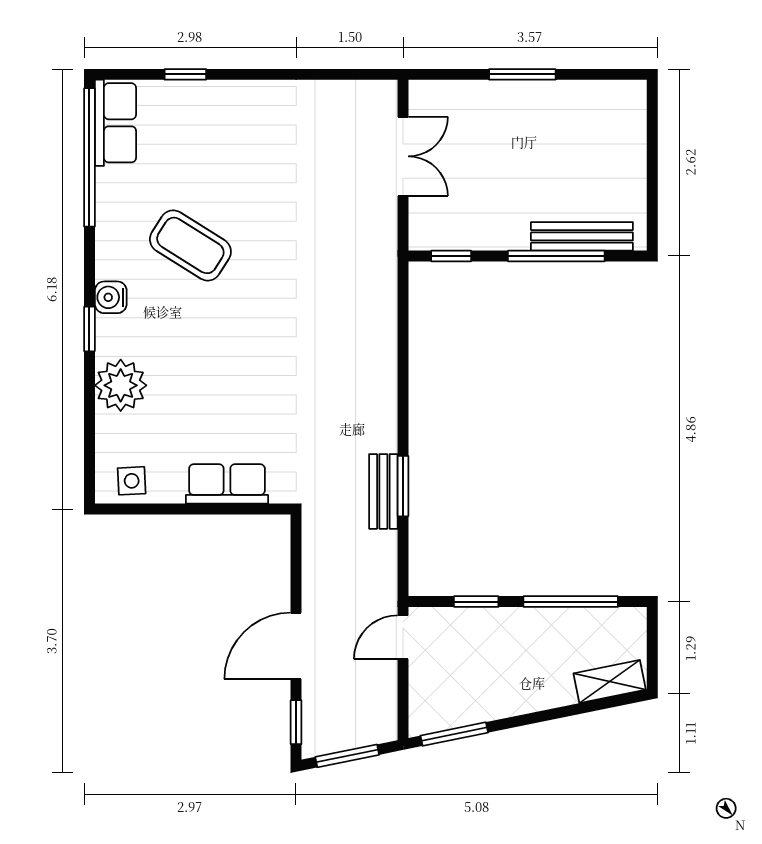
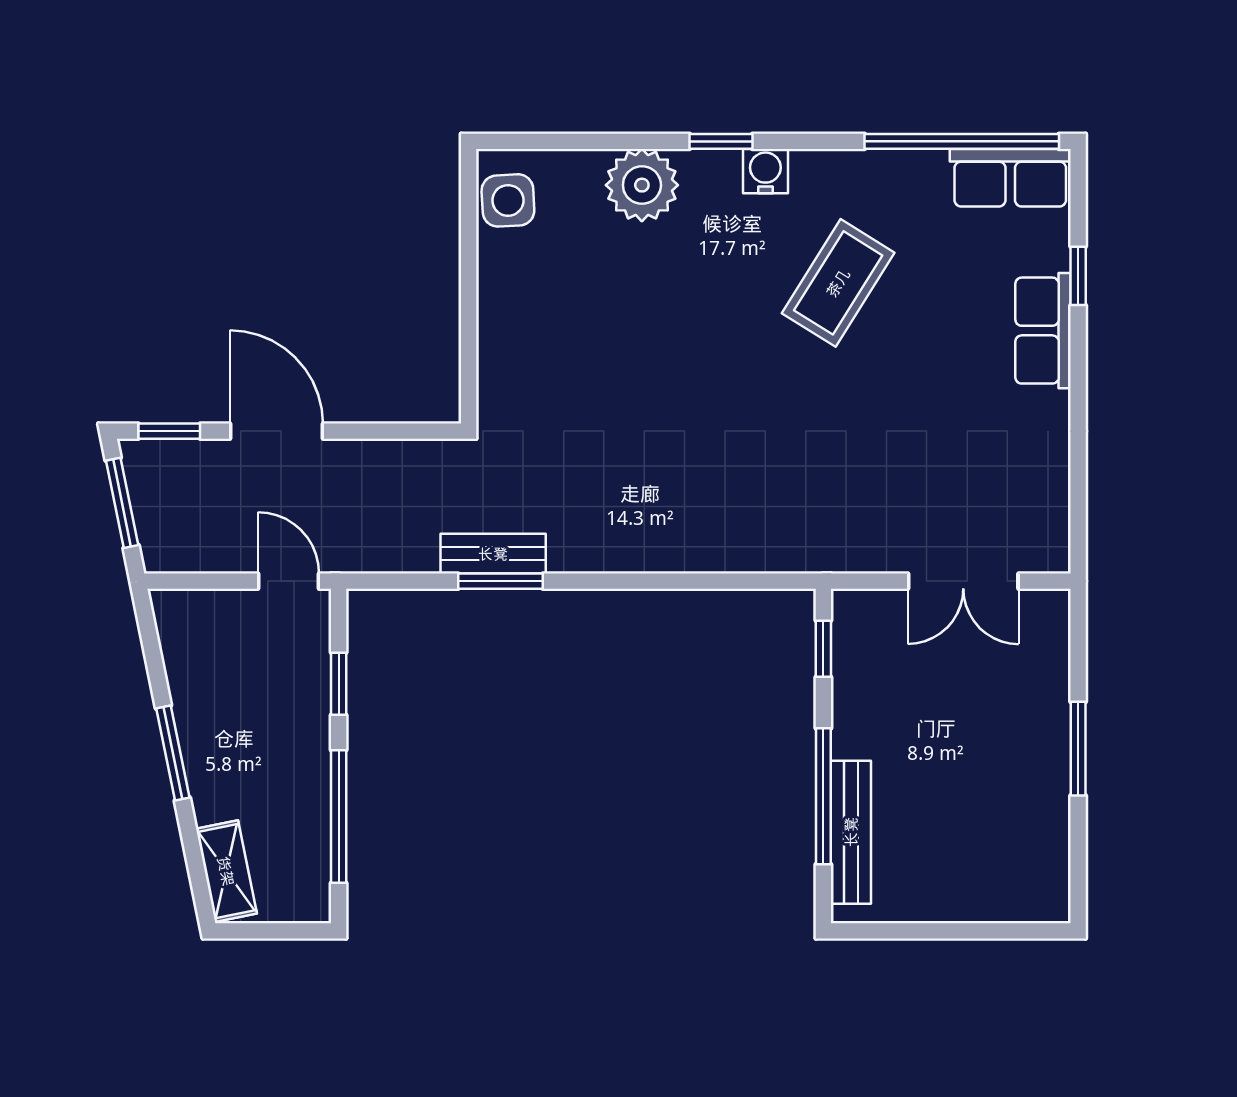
side table: (132, 481) -> (508, 200), width x1.37, depth x1.37
row of seats: (227, 484) -> (1043, 331), moved, turned 180
window: (454, 734) -> (173, 753), moved

